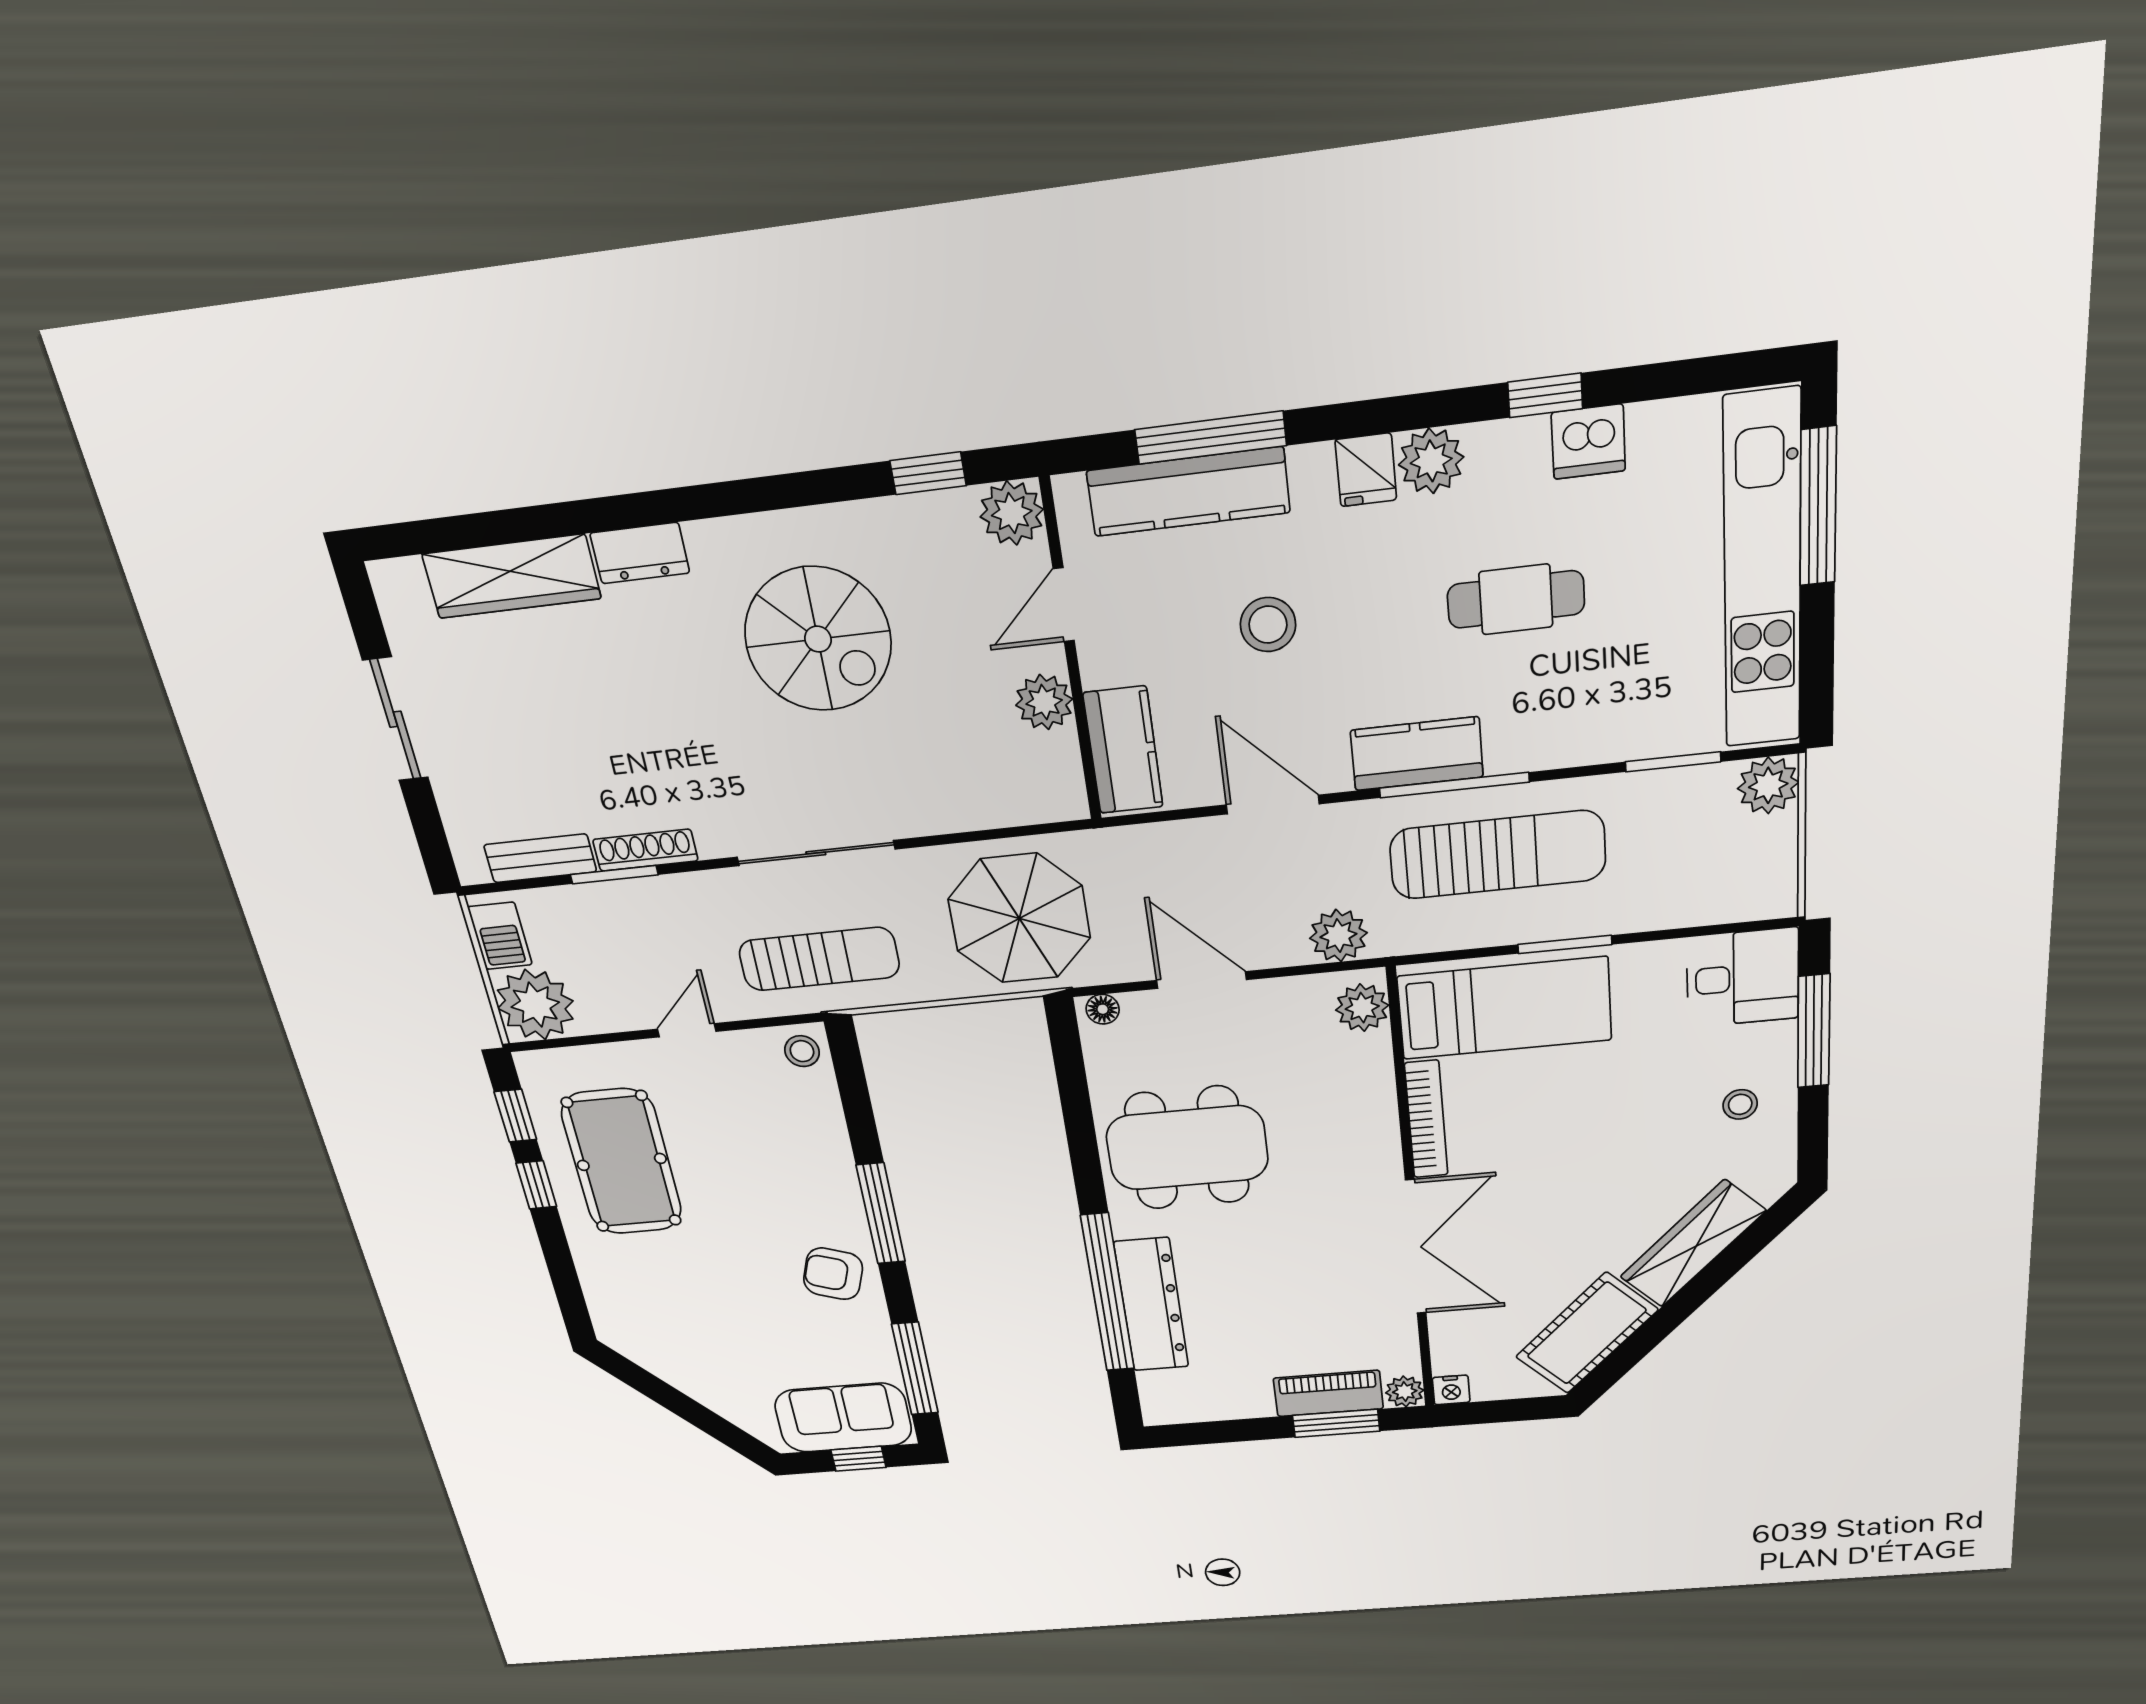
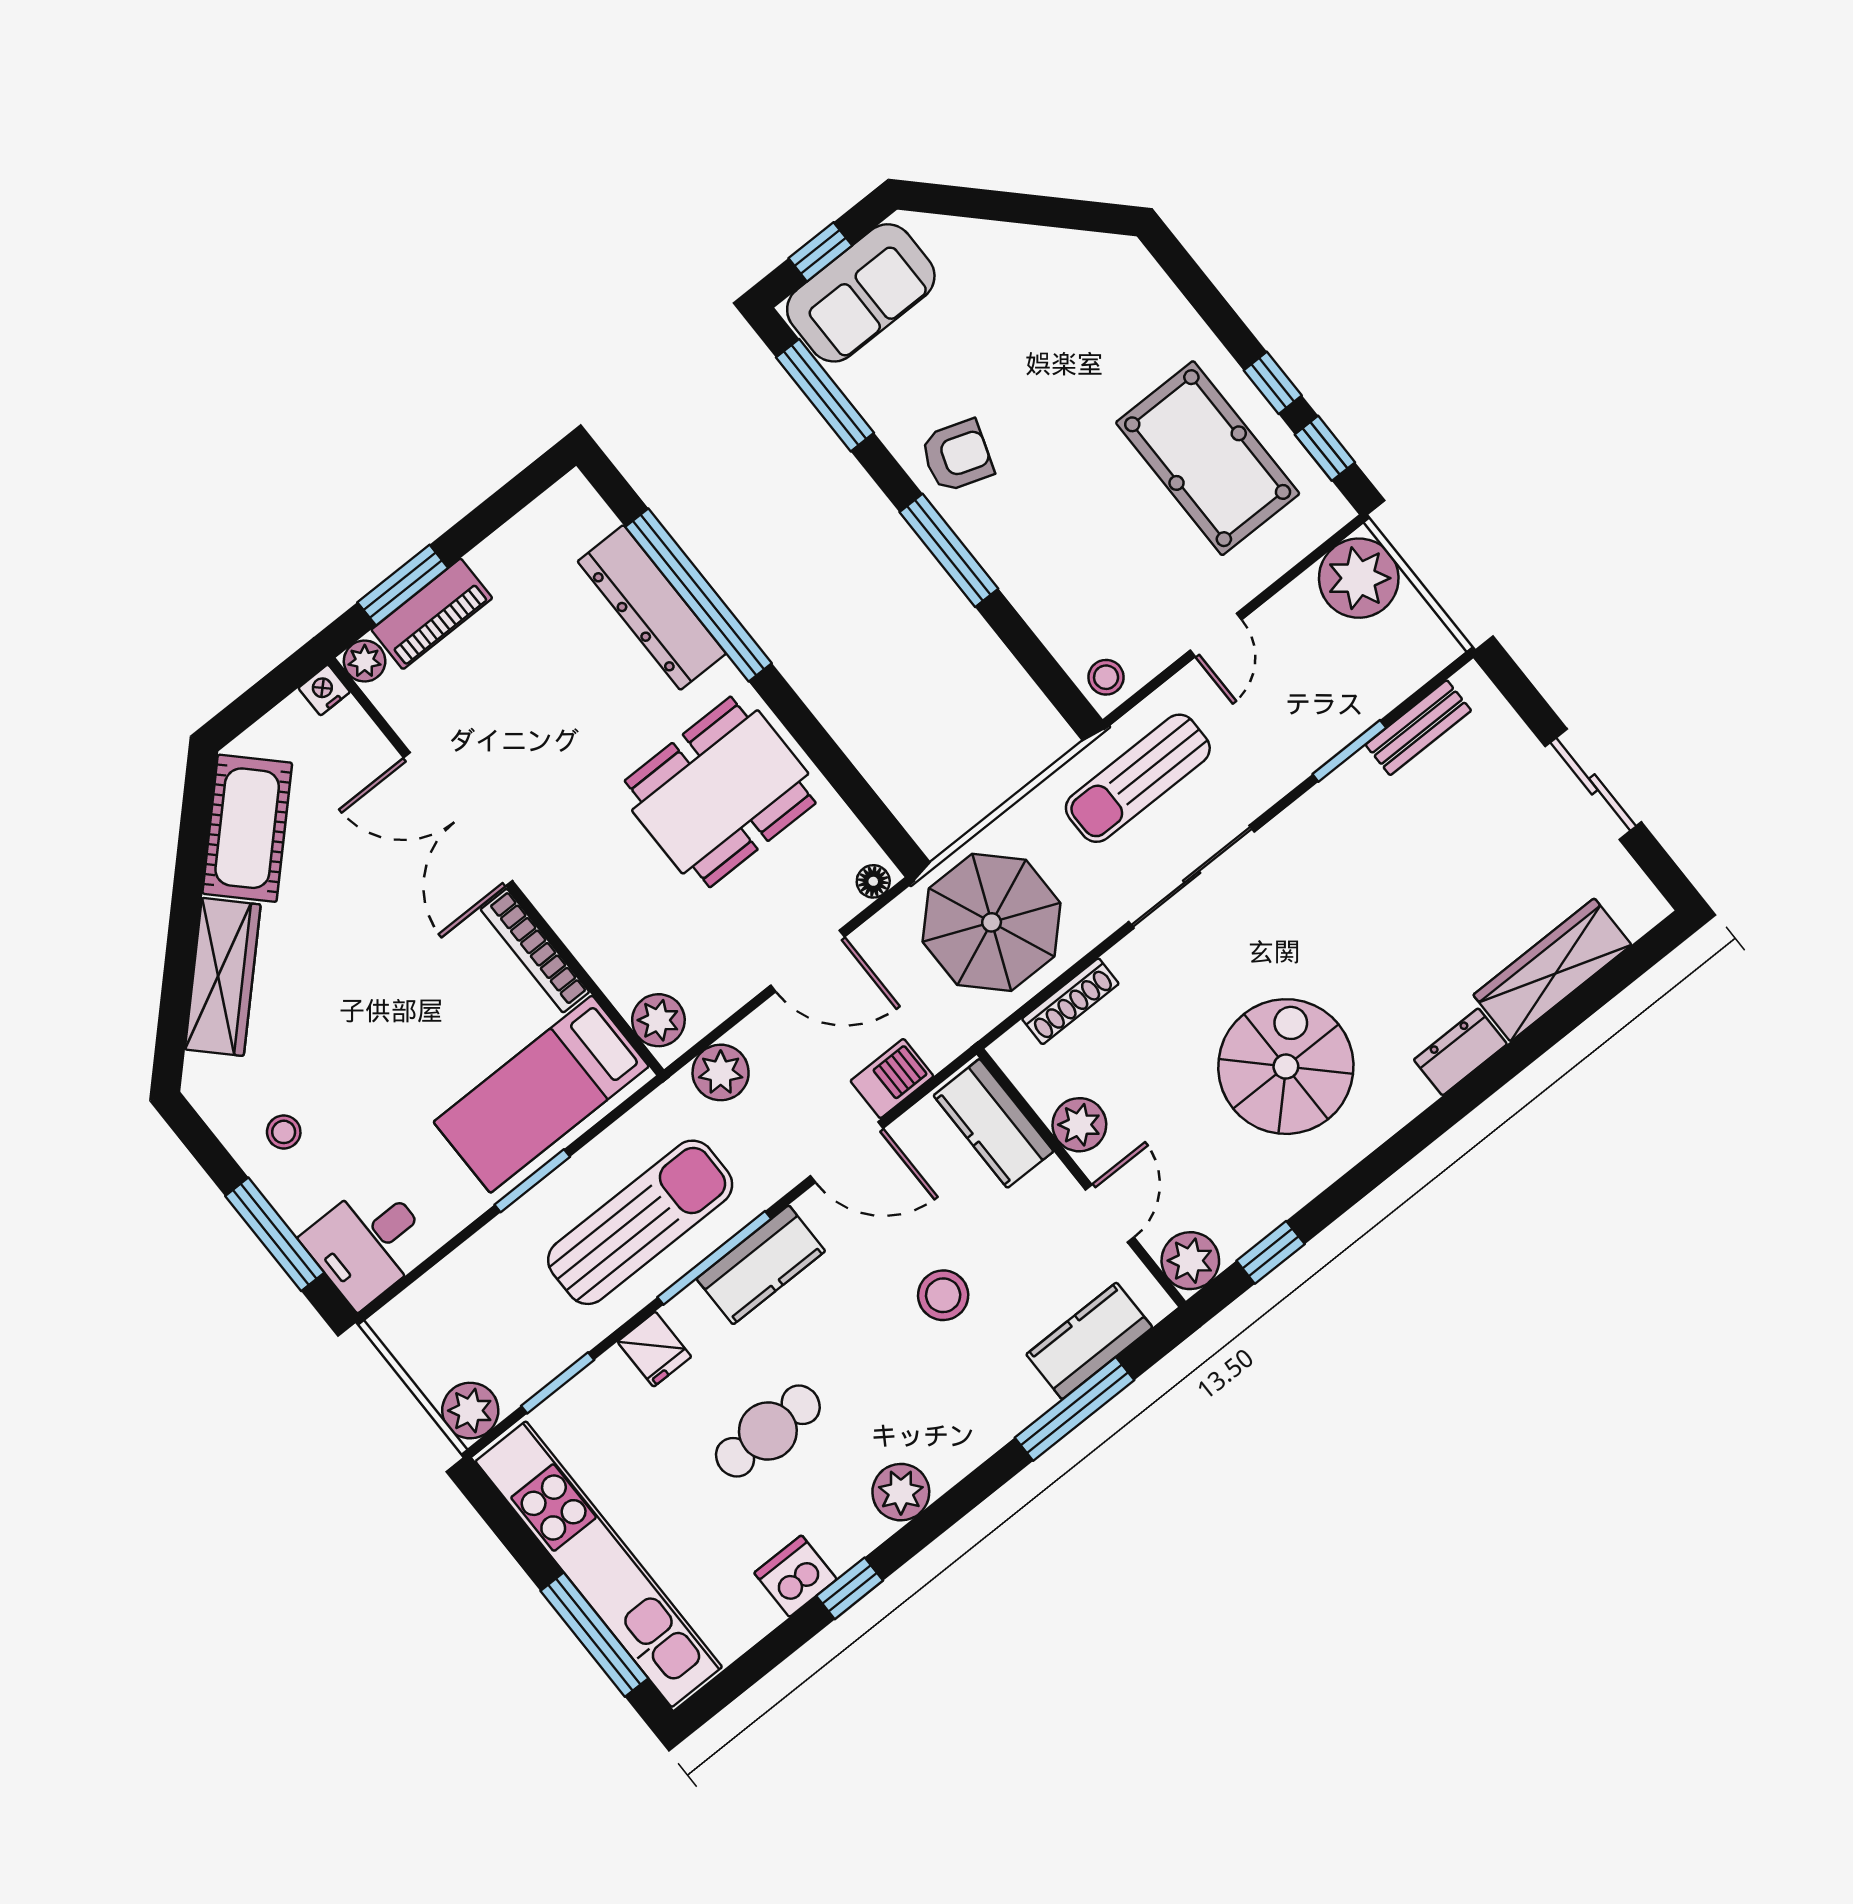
fridge: (1366, 470) -> (654, 1349), moved, turned 180
kitchen counter: (1188, 492) -> (1089, 1341), width x0.67
spiral stairs: (818, 639) -> (1286, 1067), turned 90
shoe rack: (645, 850) -> (1070, 1001), moved
sun lounger: (1497, 855) -> (640, 1222), turned 180
barbecue: (500, 936) -> (892, 1079), moved, turned 90

